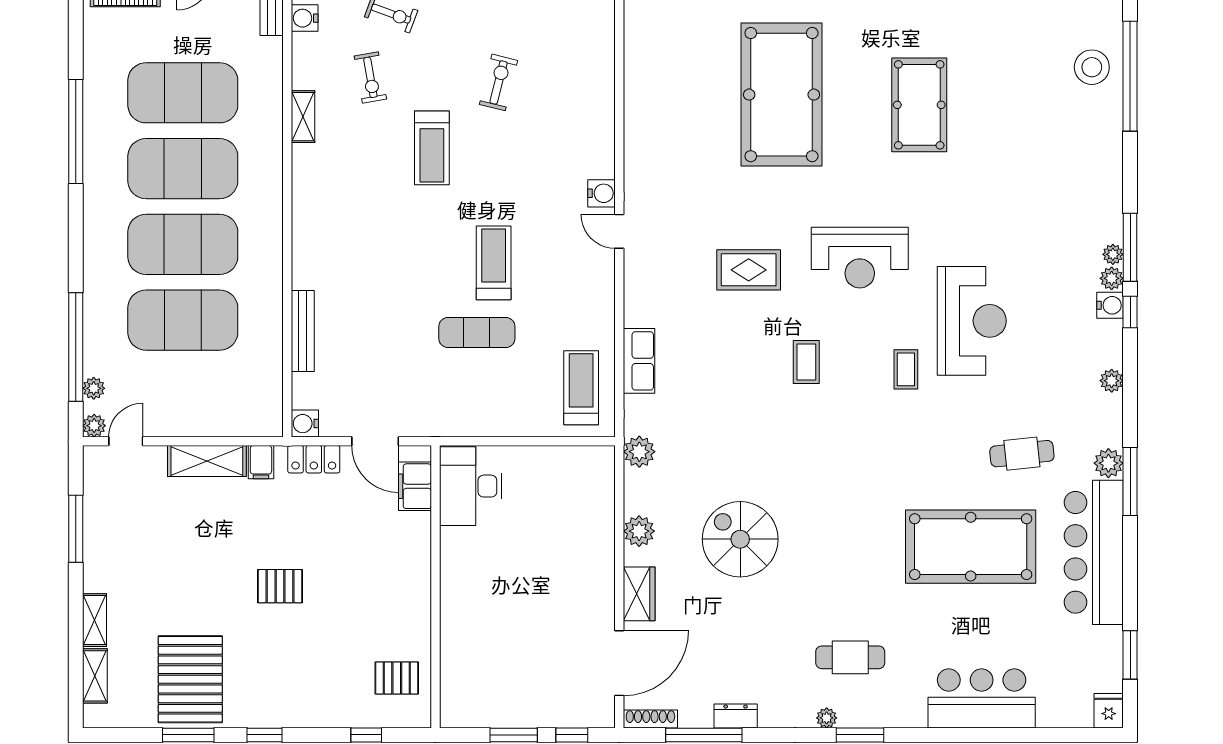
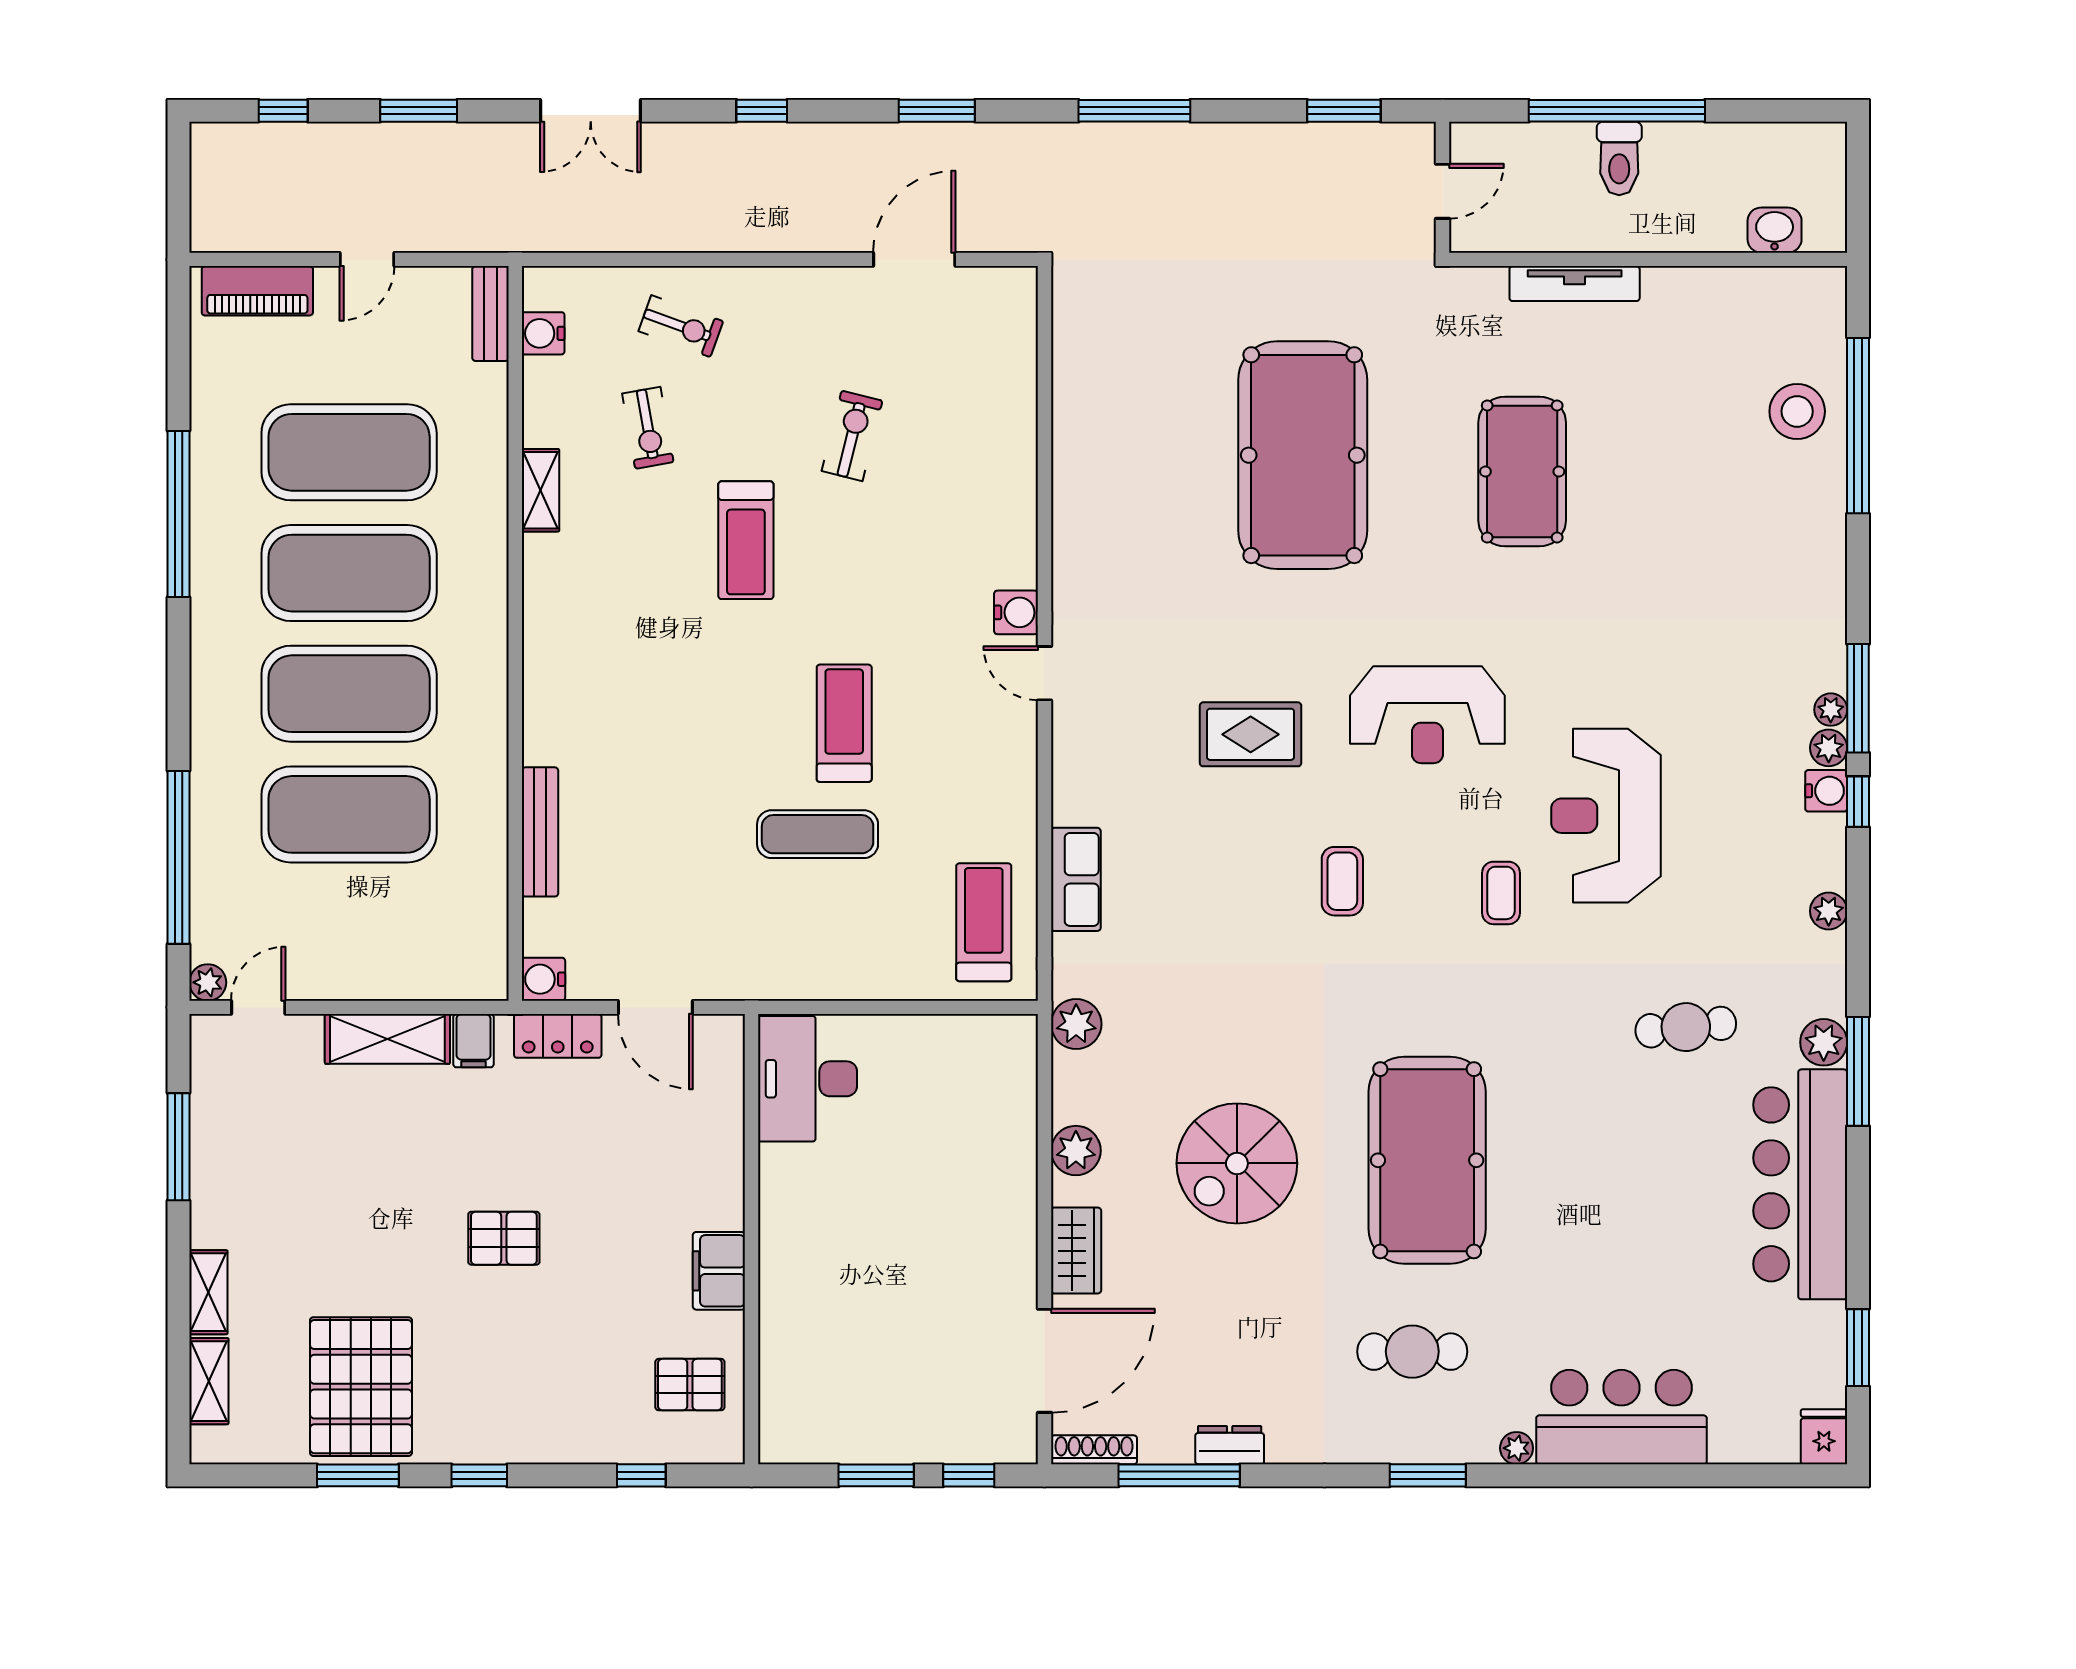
reception desk: (972, 321) -> (1606, 816), turned 180
plant: (94, 388) -> (207, 923), removed
filing cabinet: (415, 486) -> (719, 1271), moved
spiral stairs: (740, 539) -> (1237, 1163), turned -90
pool table: (971, 547) -> (1427, 1160), moved, turned 90
plant: (827, 718) -> (1517, 1448), moved

